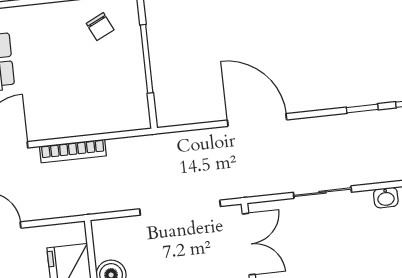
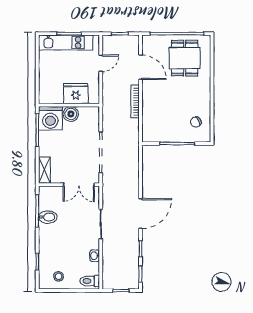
door: (257, 120) -> (141, 213), moved

